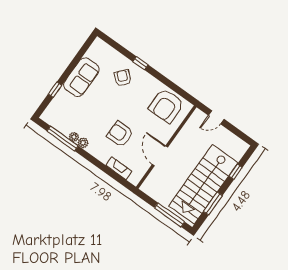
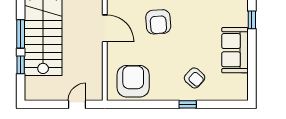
armchair: (120, 134) -> (158, 22), turned 86
window: (213, 204) -> (21, 34), moved

